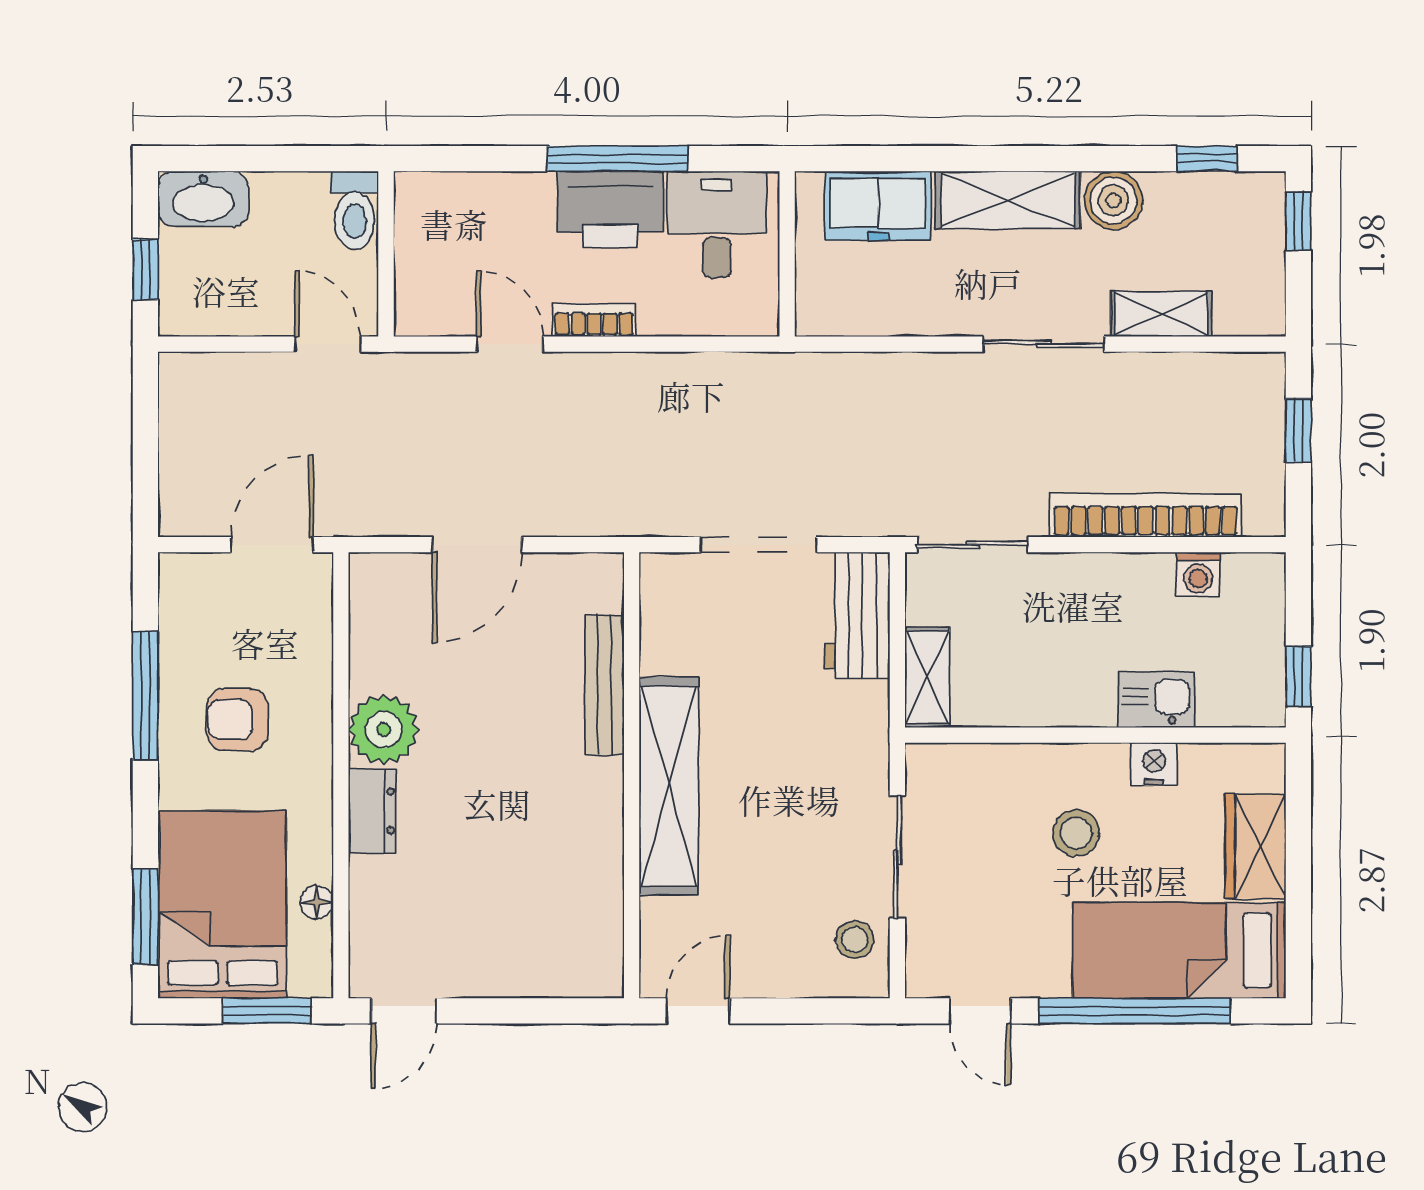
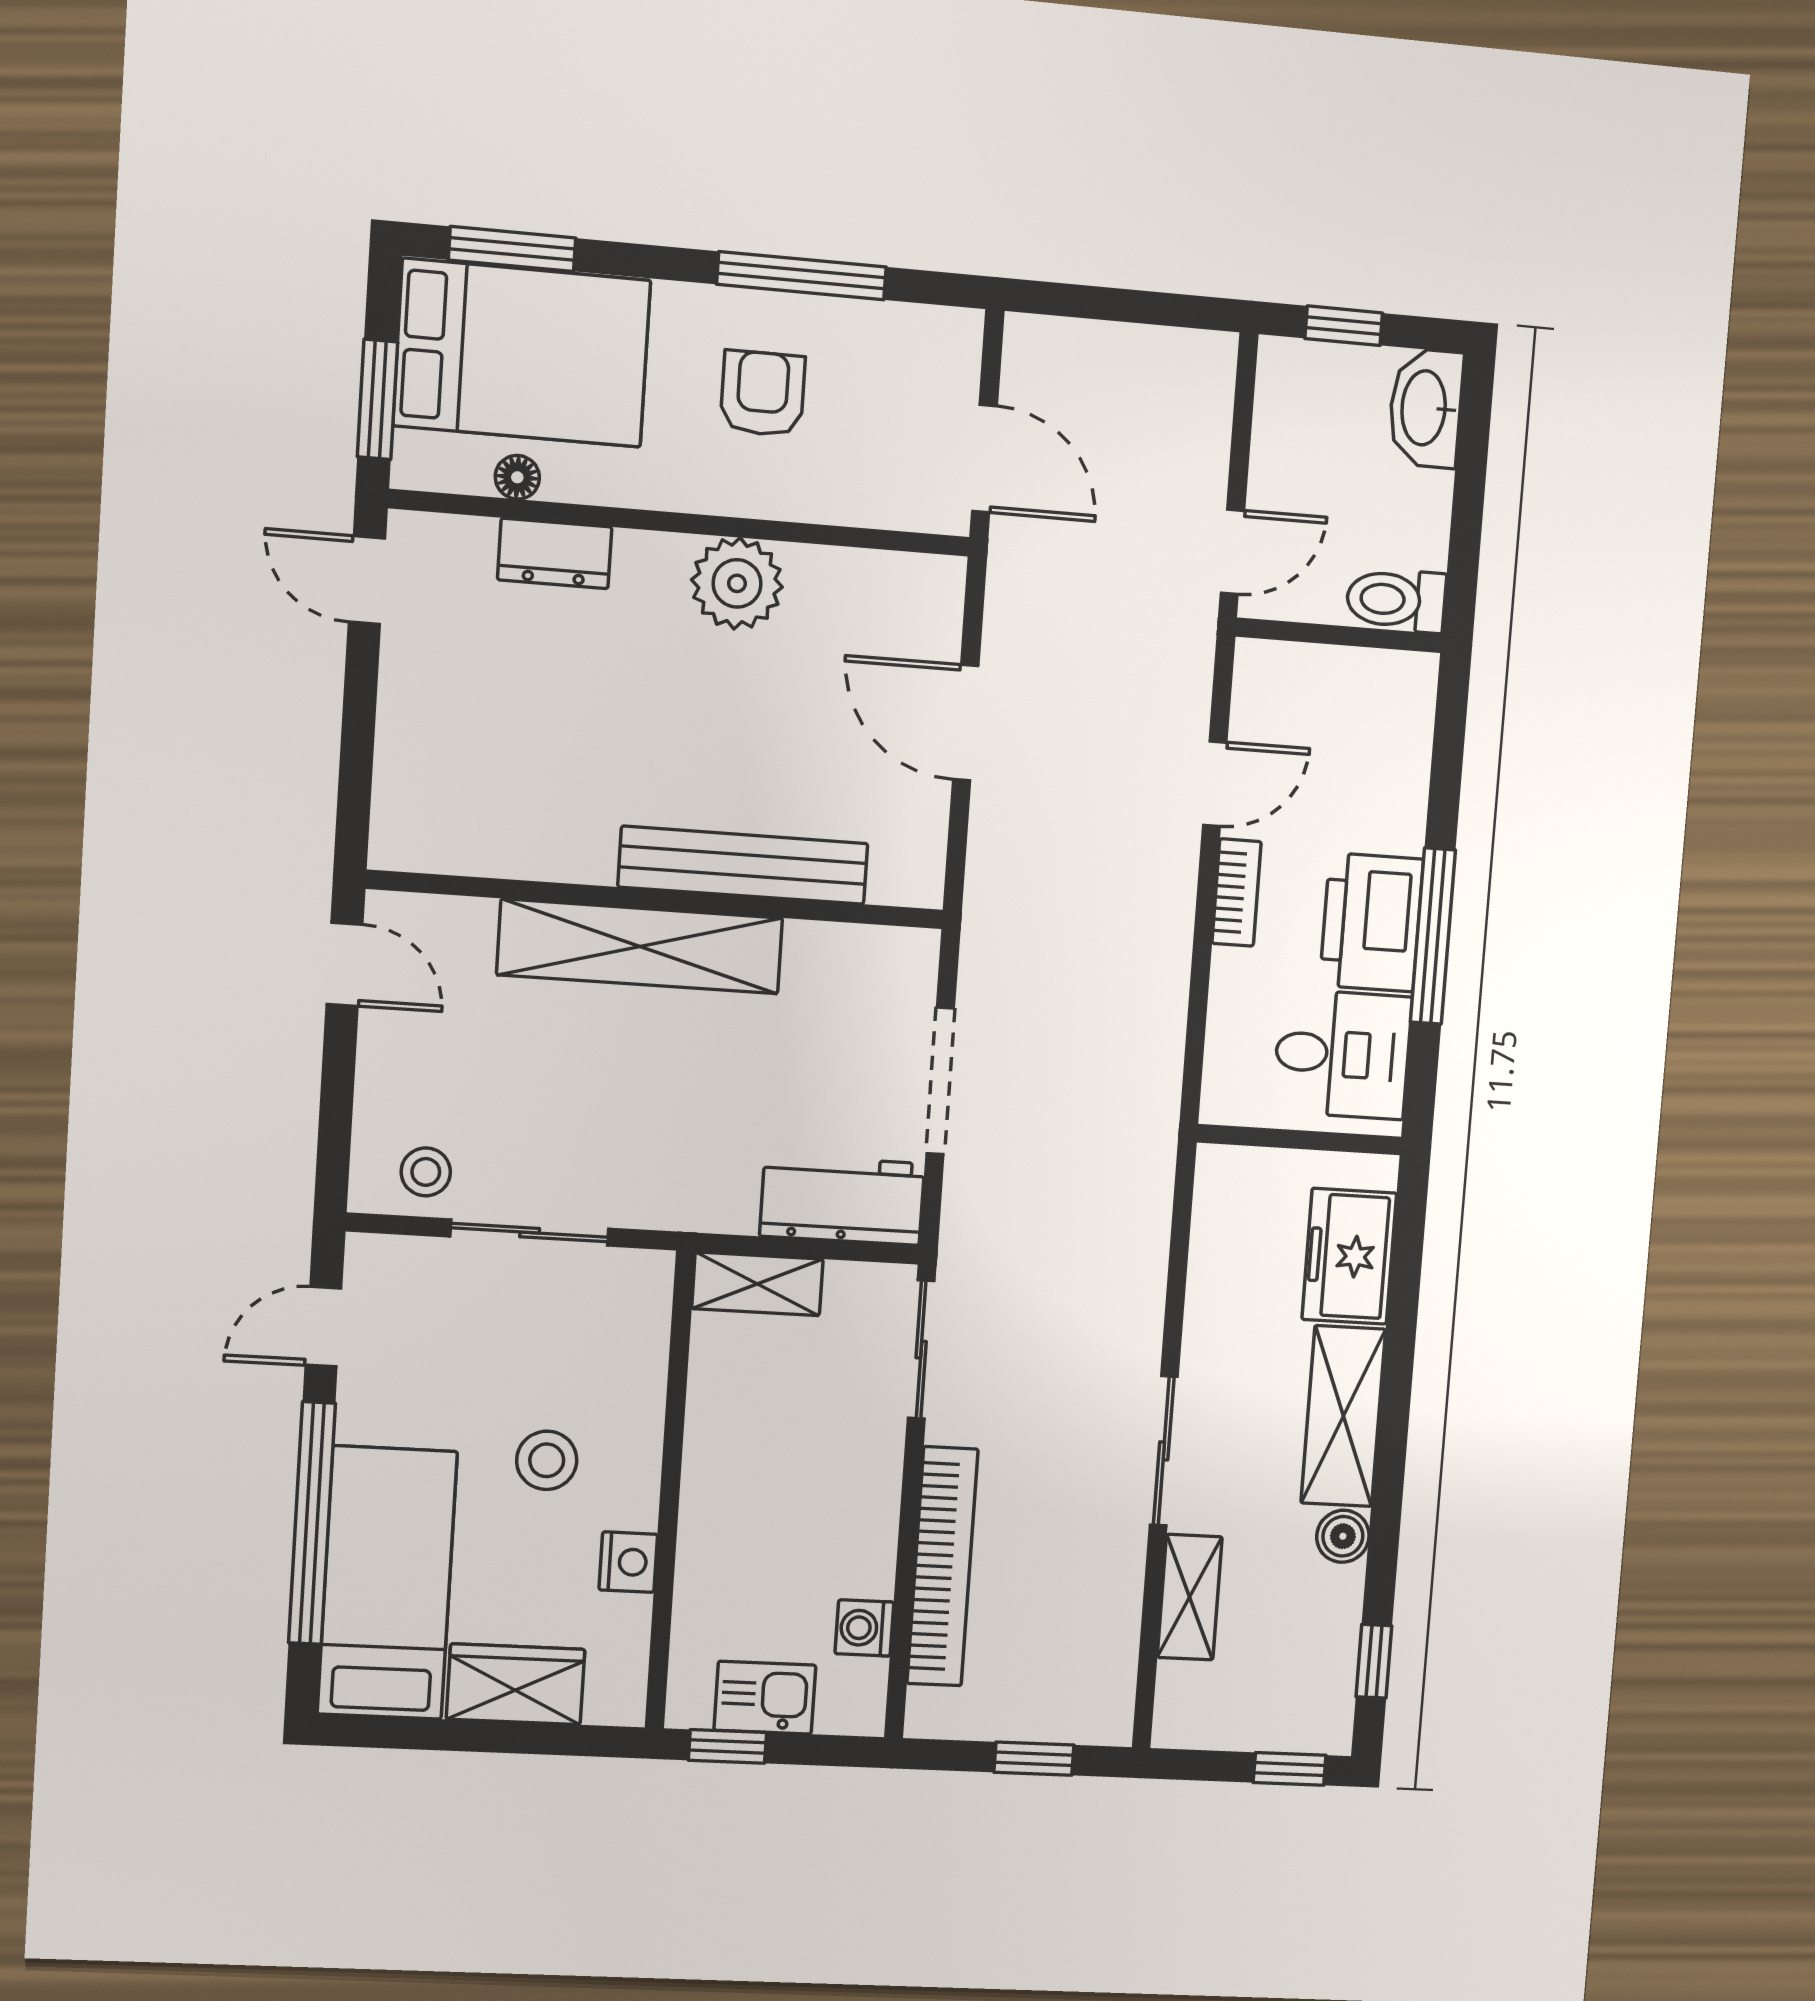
boiler: (1113, 200) -> (1343, 1536), width x0.73, depth x0.73
bench: (605, 685) -> (743, 865), width x1.37, depth x1.21
kitchen sink: (1156, 700) -> (765, 1698), moved, turned -90
dresser: (372, 811) -> (555, 553), moved

